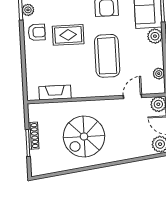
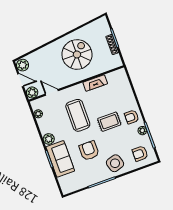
fireplace: (55, 92) -> (95, 83), moved
door: (132, 96) -> (52, 92), swing flipped

